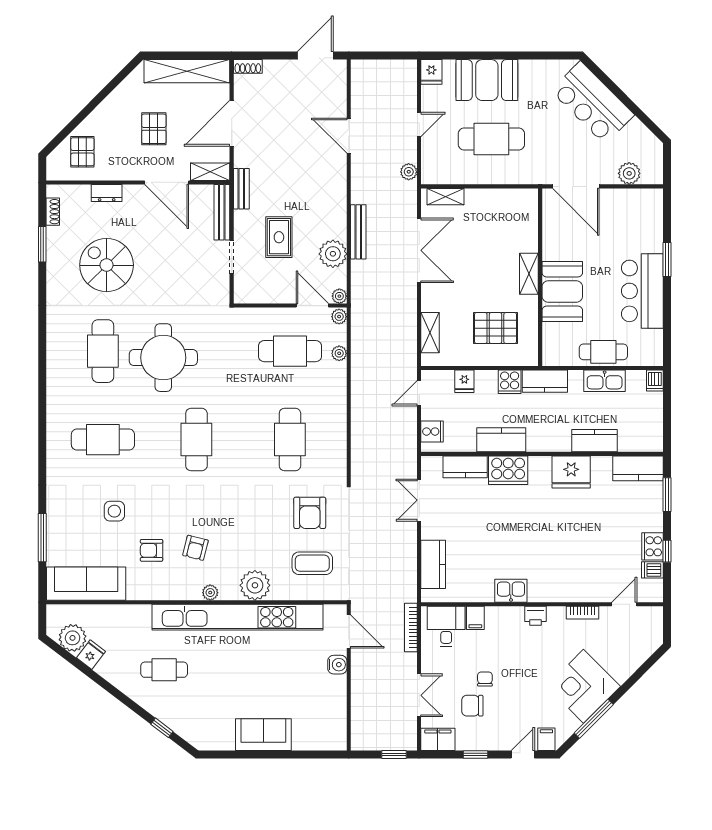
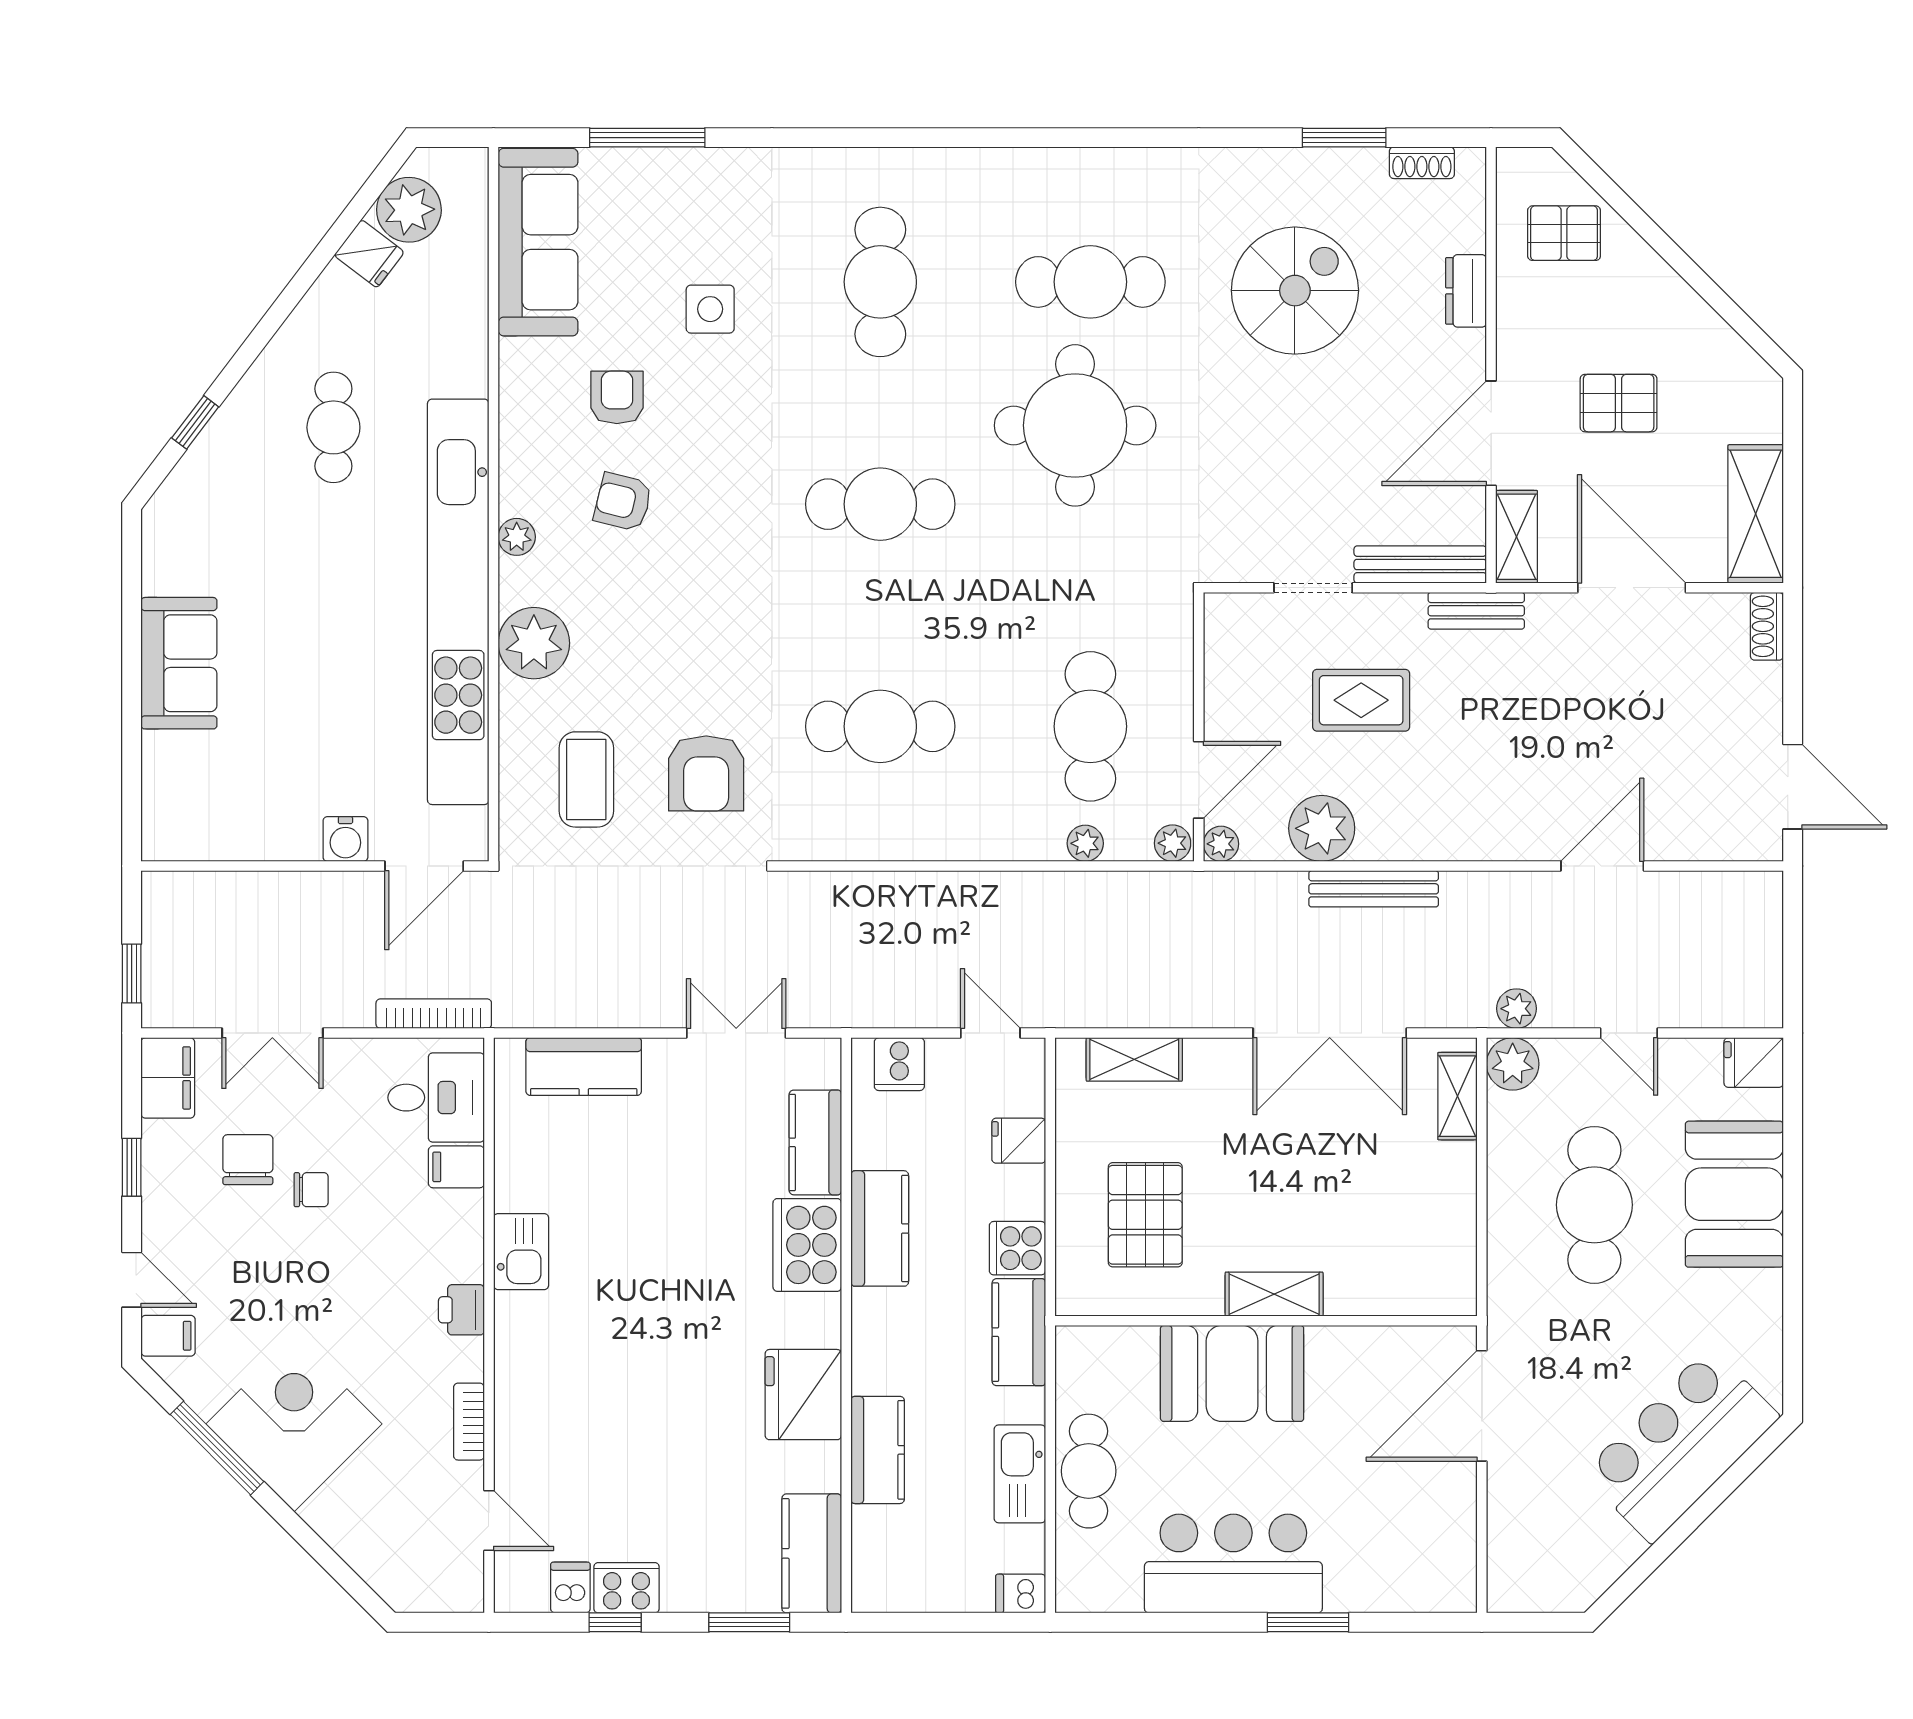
shelving: (187, 71) -> (1756, 514), width x0.68
plant: (629, 173) -> (1513, 1064), moved
armchair: (310, 513) -> (706, 773), turned -90

